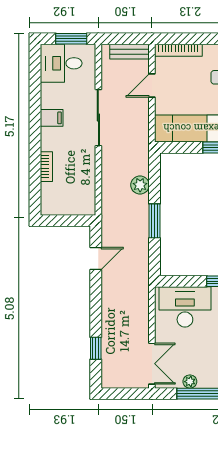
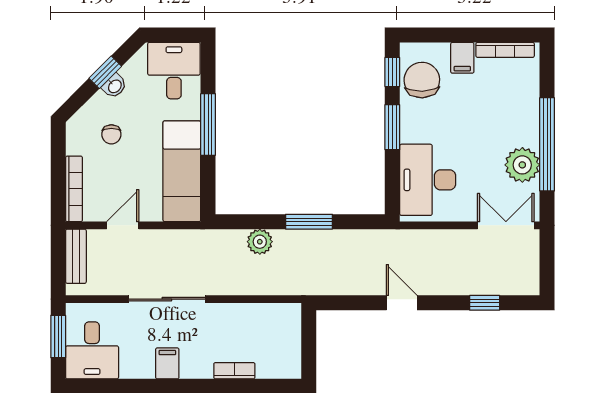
door: (152, 86) -> (123, 225), swing flipped
door: (96, 259) -> (402, 303), moved
plant: (190, 382) -> (522, 165), width x1.87, depth x1.87

